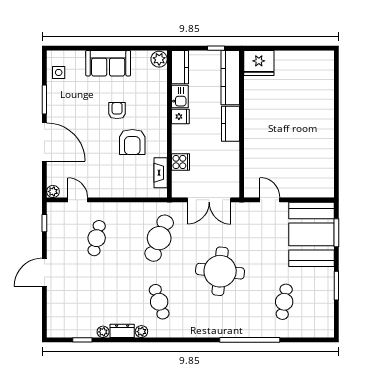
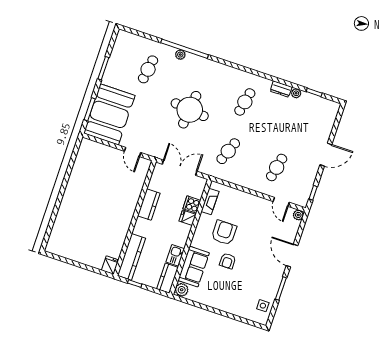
sofa: (108, 63) -> (194, 267), moved, turned 90
fridge: (259, 63) -> (110, 265), width x0.53, depth x0.75
fridge: (180, 116) -> (188, 218), moved
kitchen counter: (230, 124) -> (149, 205), moved
door: (44, 142) -> (292, 256), width x0.73
cafe table: (159, 238) -> (228, 151), width x0.73, depth x0.74
cafe table: (159, 302) -> (245, 102), turned 30
plant: (141, 332) -> (180, 55), moved

